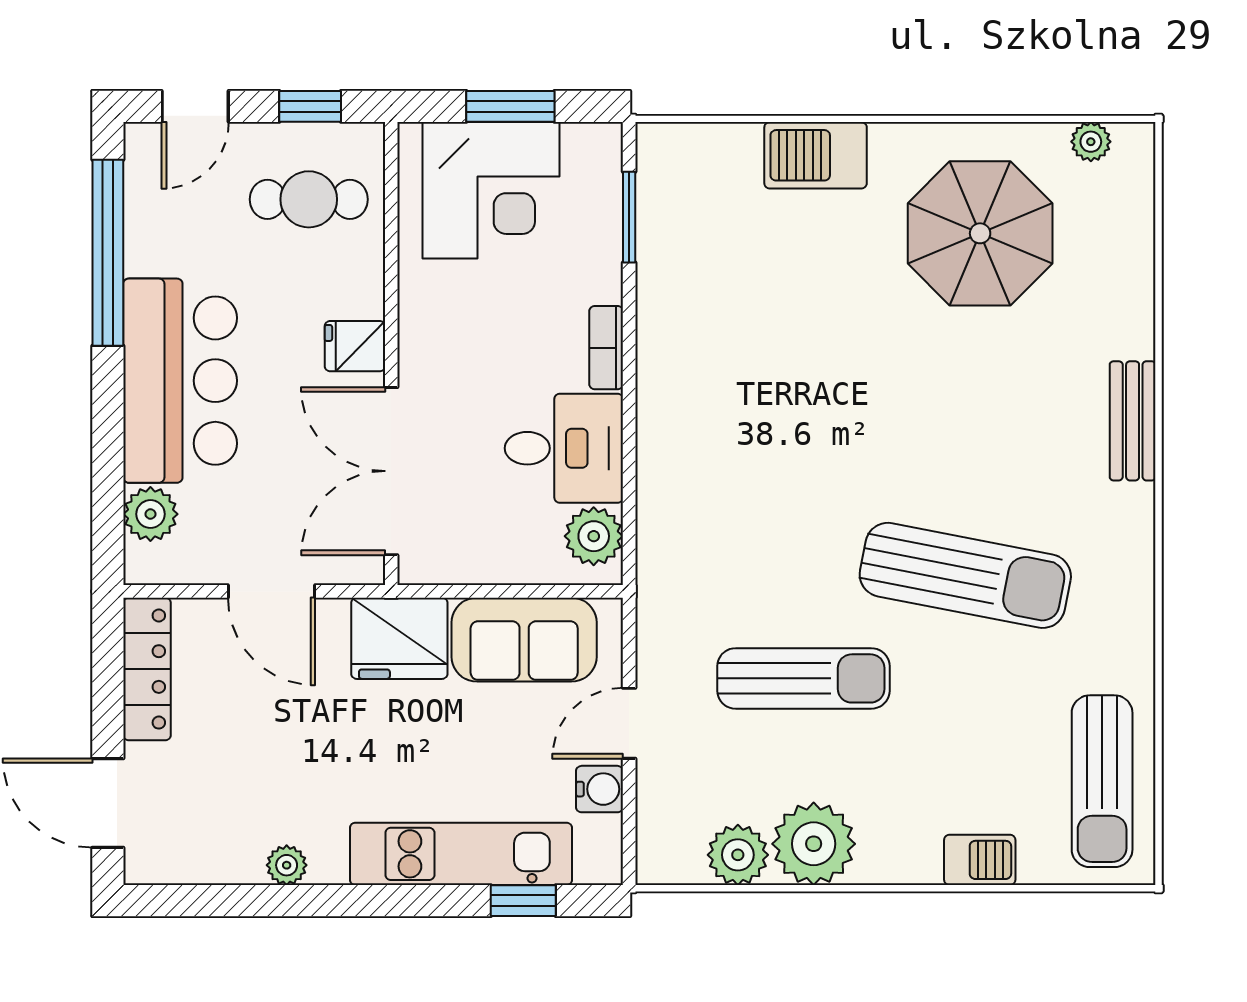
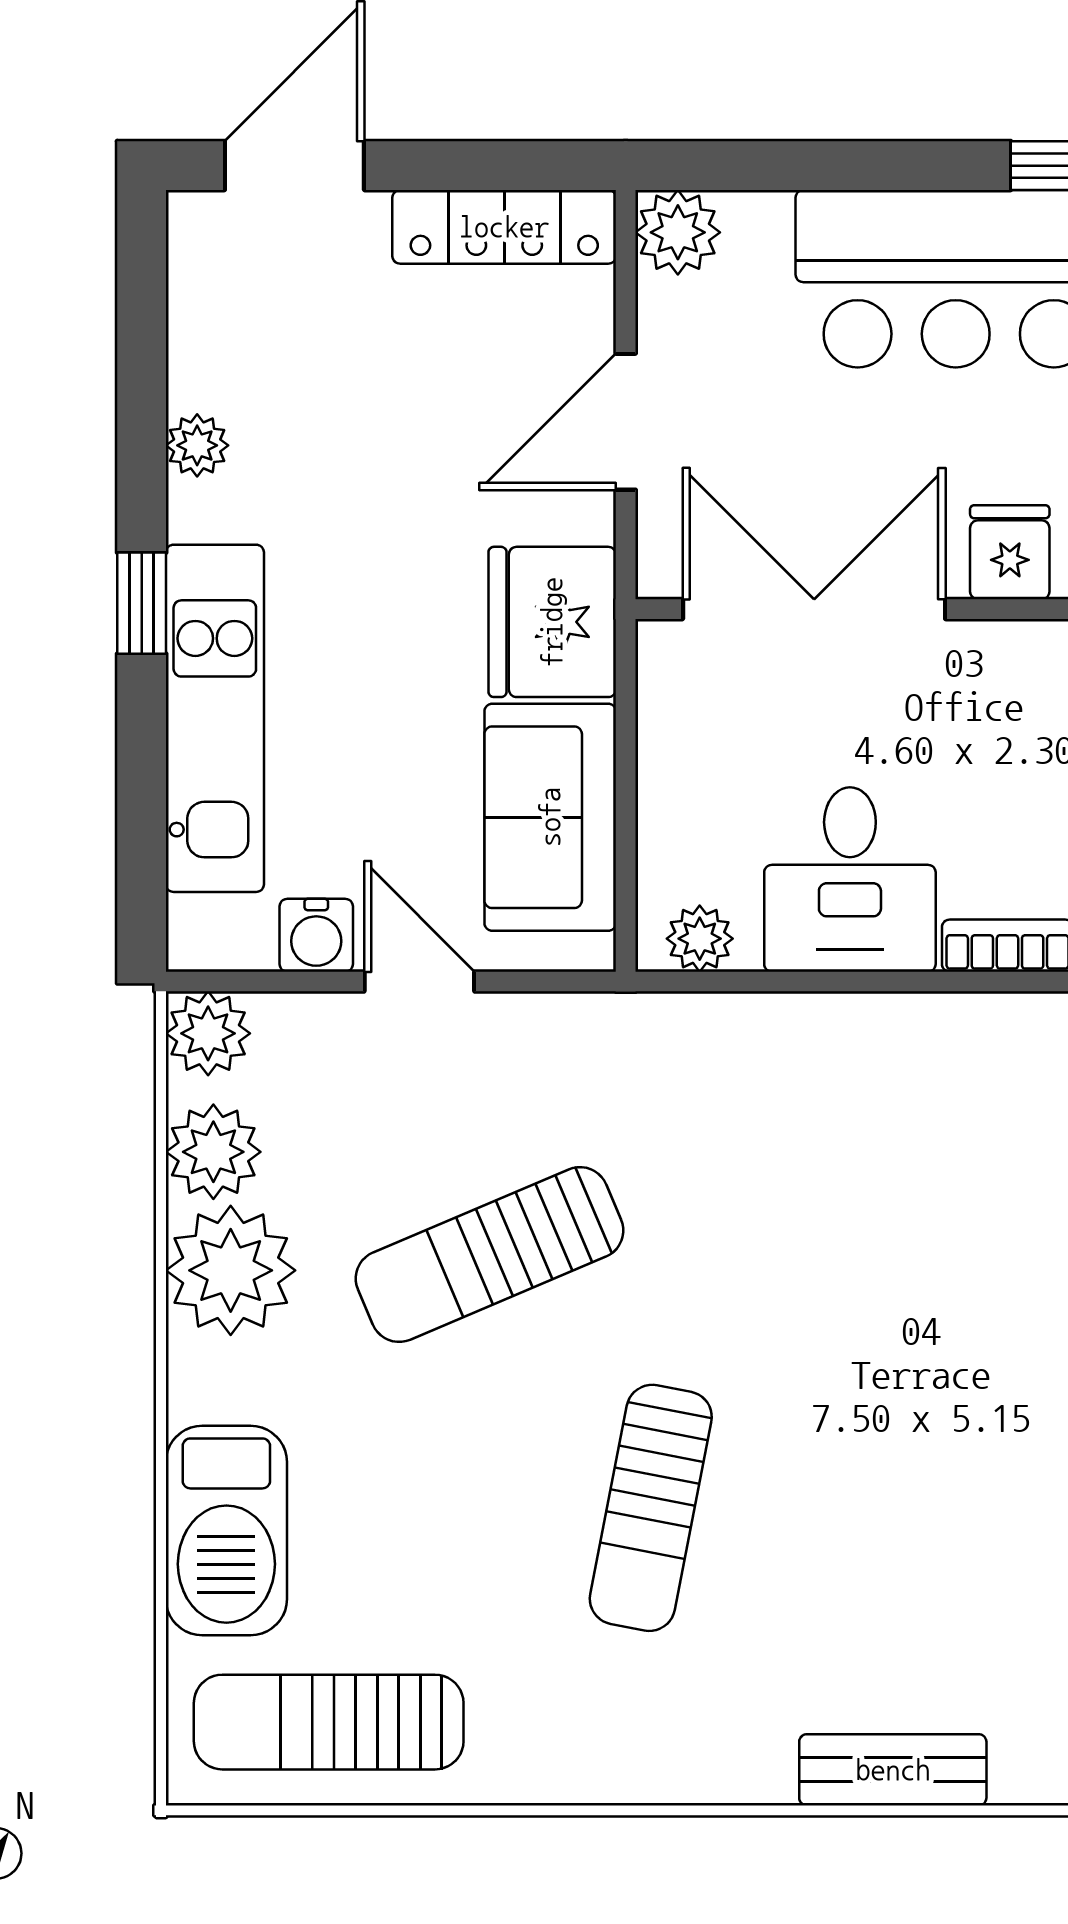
plant: (150, 514) -> (678, 232), moved
plant: (594, 536) -> (700, 939), width x0.73, depth x0.73
sun lounger: (965, 575) -> (651, 1508), width x0.73, depth x0.75
sun lounger: (803, 678) -> (490, 1255), turned 67
plant: (662, 858) -> (208, 1033), added
barbecue: (980, 860) -> (226, 1531), width x1.88, depth x1.53
window: (523, 901) -> (142, 603), moved

